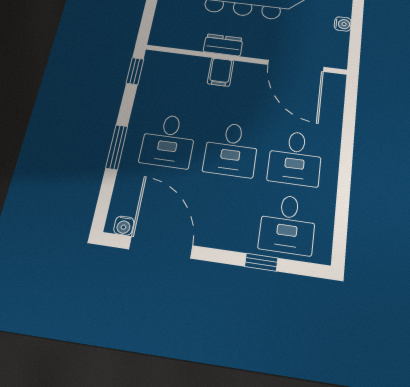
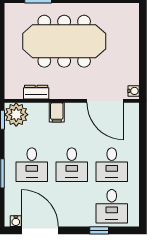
water cooler: (343, 24) -> (134, 91), moved
dresser: (223, 45) -> (36, 92), moved
plant: (160, 67) -> (16, 115), added

